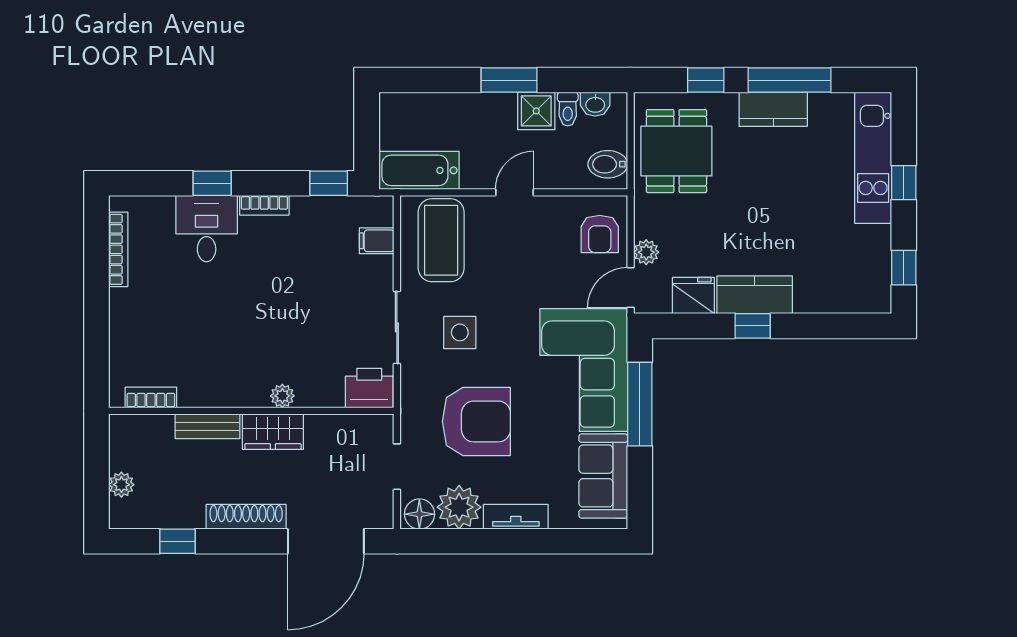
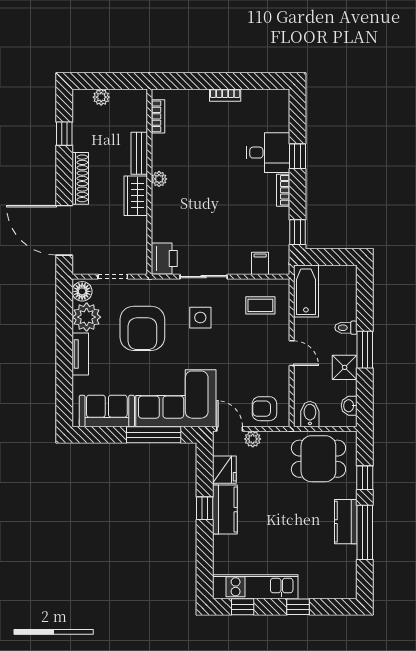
toilet: (568, 109) -> (346, 328), moved
kitchen unit: (873, 158) -> (255, 587), moved
coffee table: (441, 240) -> (260, 305), width x0.54, depth x0.58
bookcase: (118, 249) -> (225, 95), moved, width x0.64
plant: (282, 396) -> (159, 179), moved

